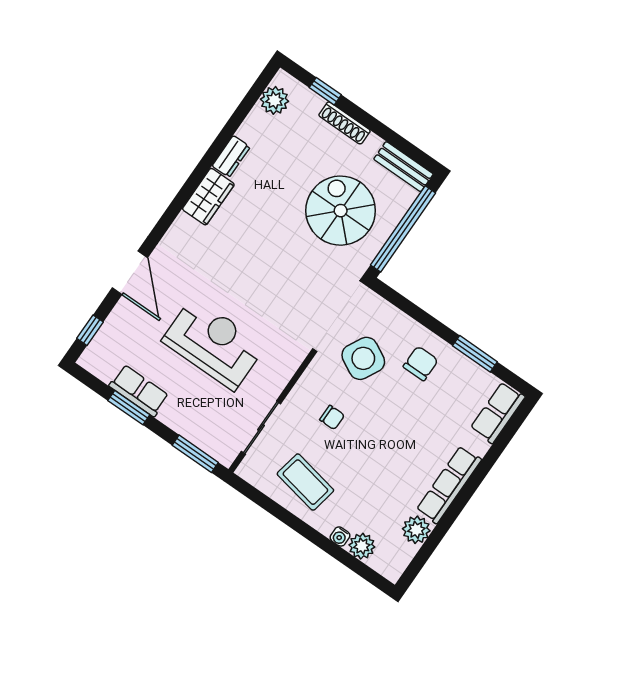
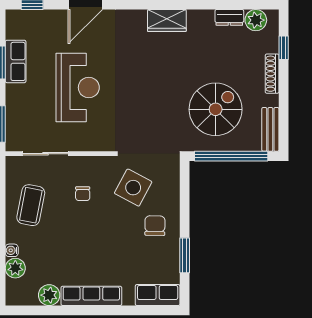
dresser: (231, 156) -> (229, 17), moved
chair: (421, 363) -> (155, 226), turned -89

